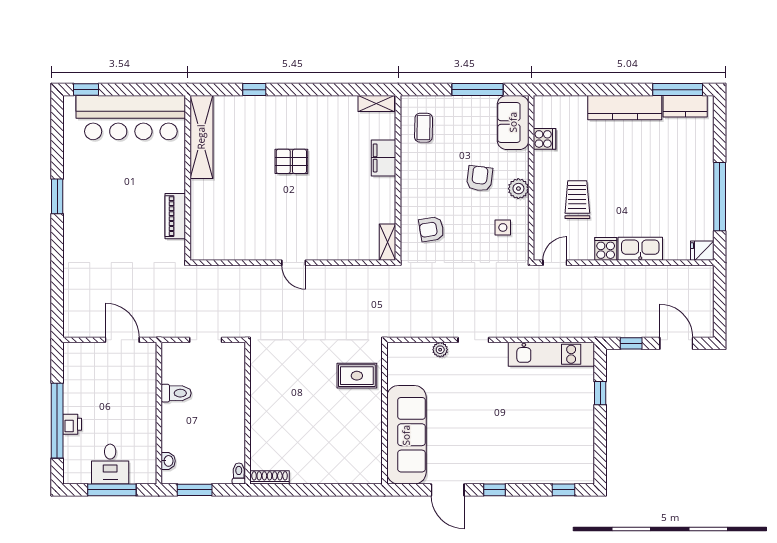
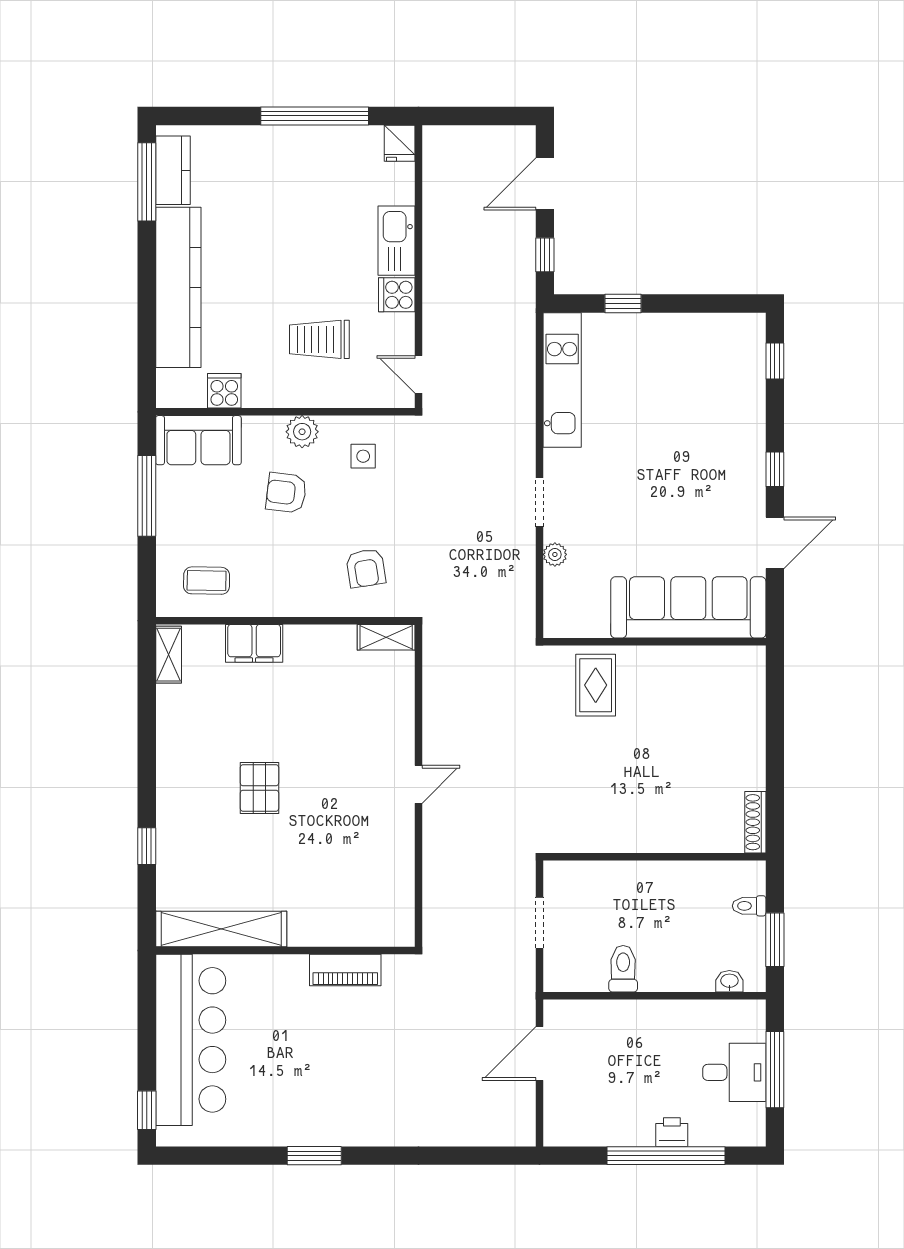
kitchen counter: (625, 108) -> (178, 287), width x1.39, depth x1.17
toilet: (239, 473) -> (749, 906), moved

